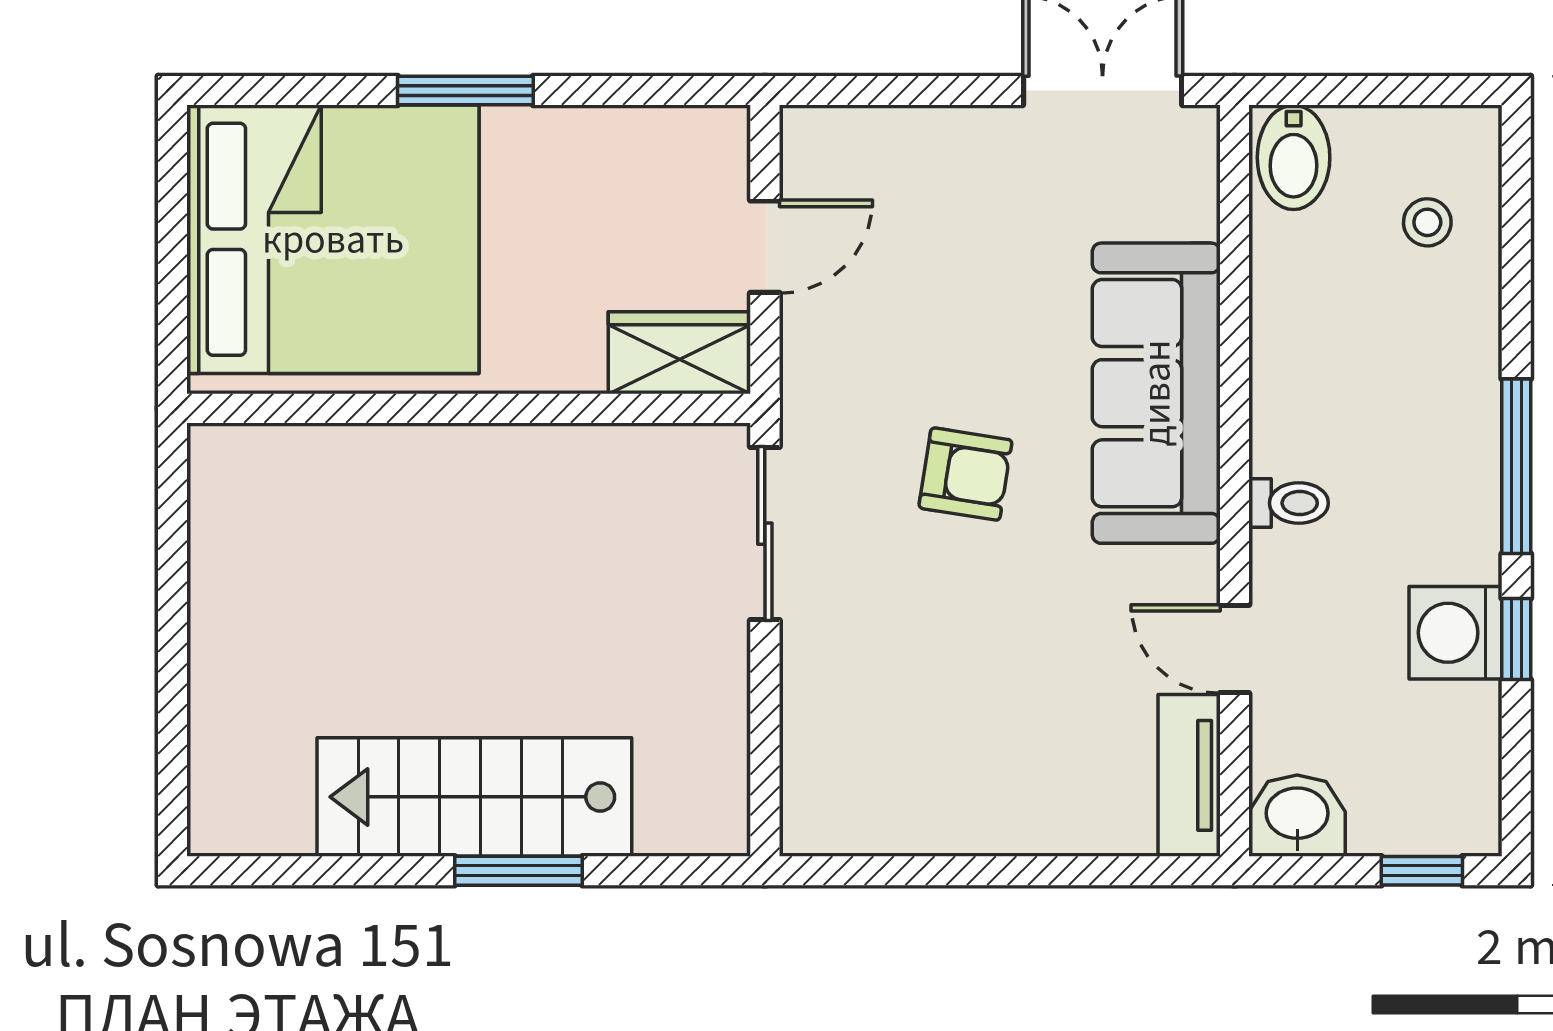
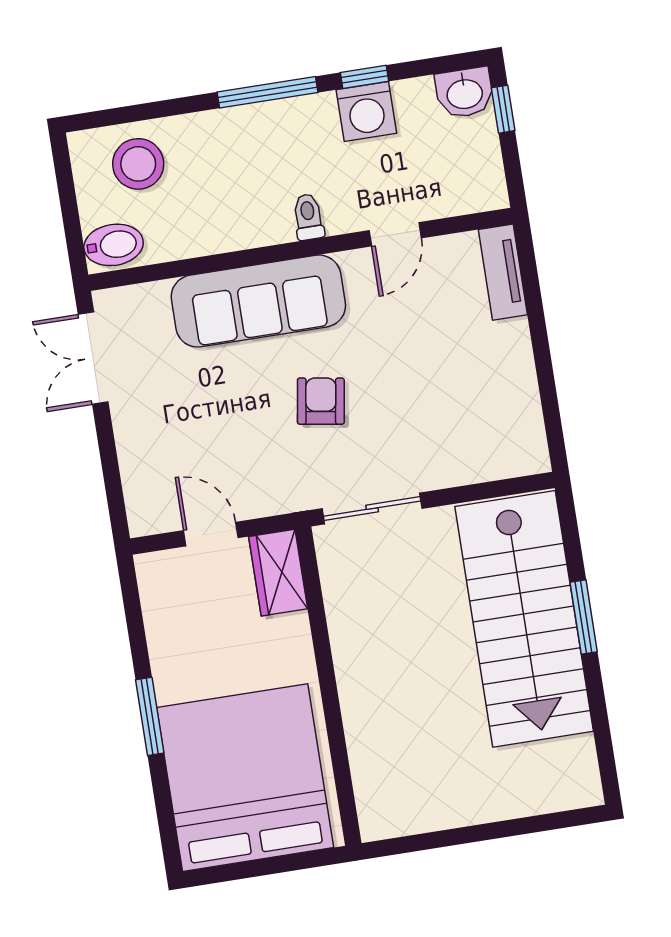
stool: (1427, 222) -> (138, 164), width x1.89, depth x1.89
tv unit: (1189, 775) -> (503, 272), moved, turned 90
stairs: (474, 797) -> (524, 619), width x1.36, depth x1.51
washbasin: (1297, 816) -> (465, 93), moved, turned -90

